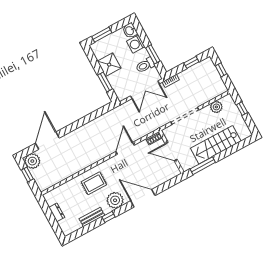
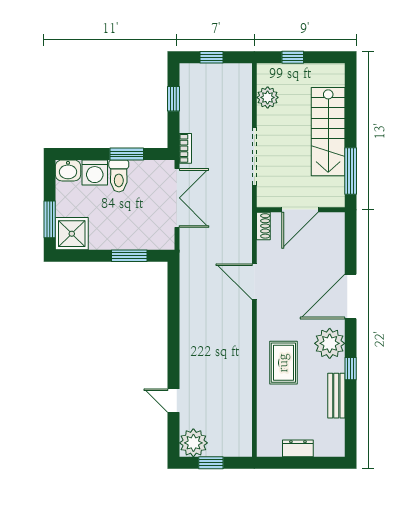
shower: (109, 65) -> (72, 234), moved
toilet: (145, 65) -> (119, 176), moved
door: (47, 141) -> (173, 401), width x0.53

